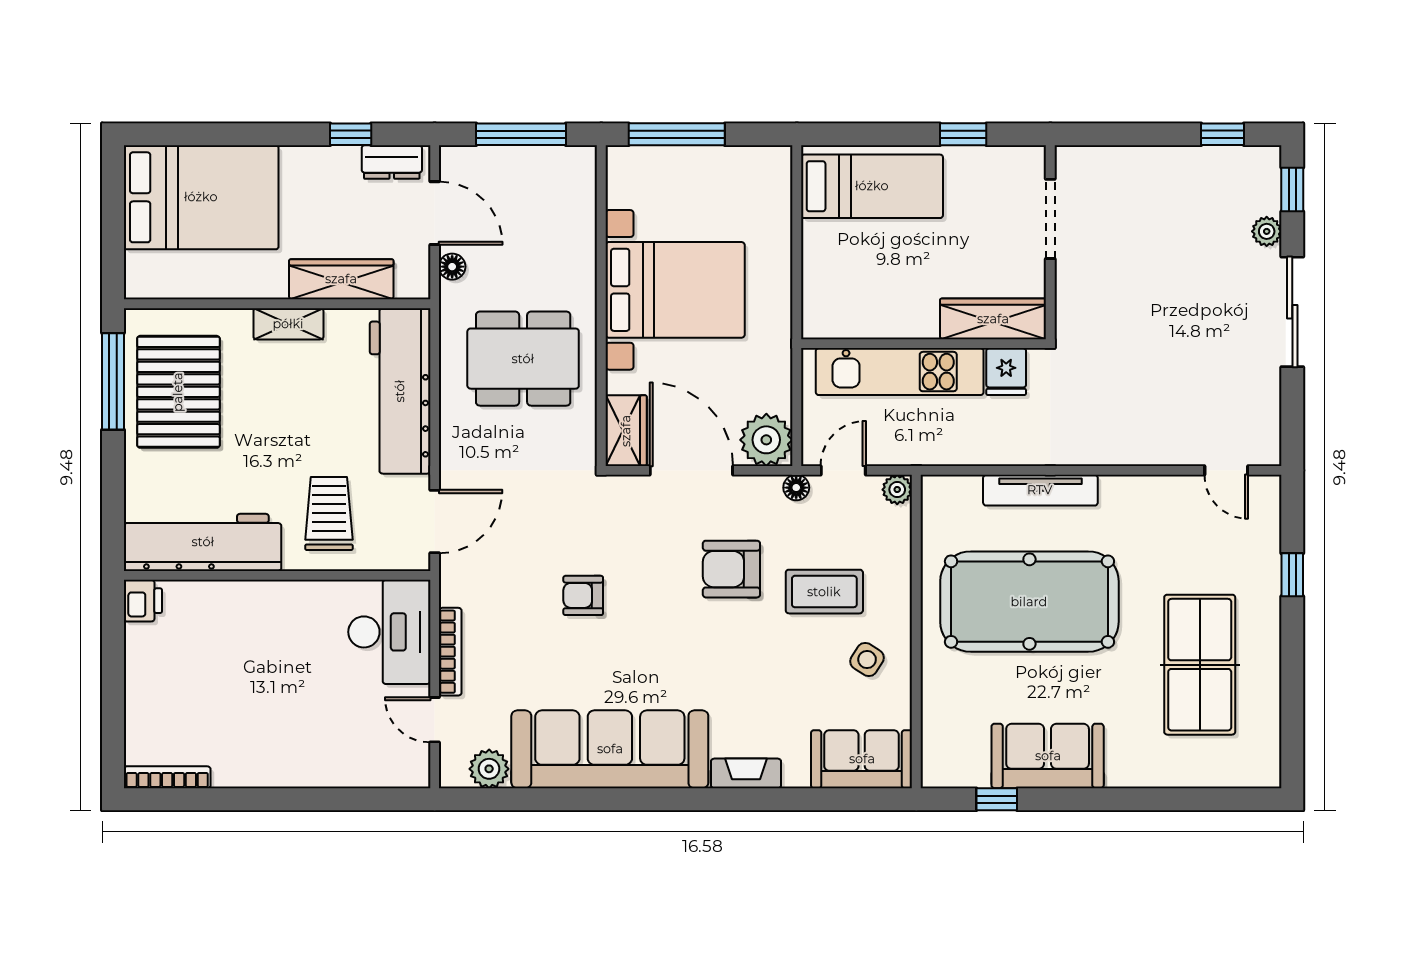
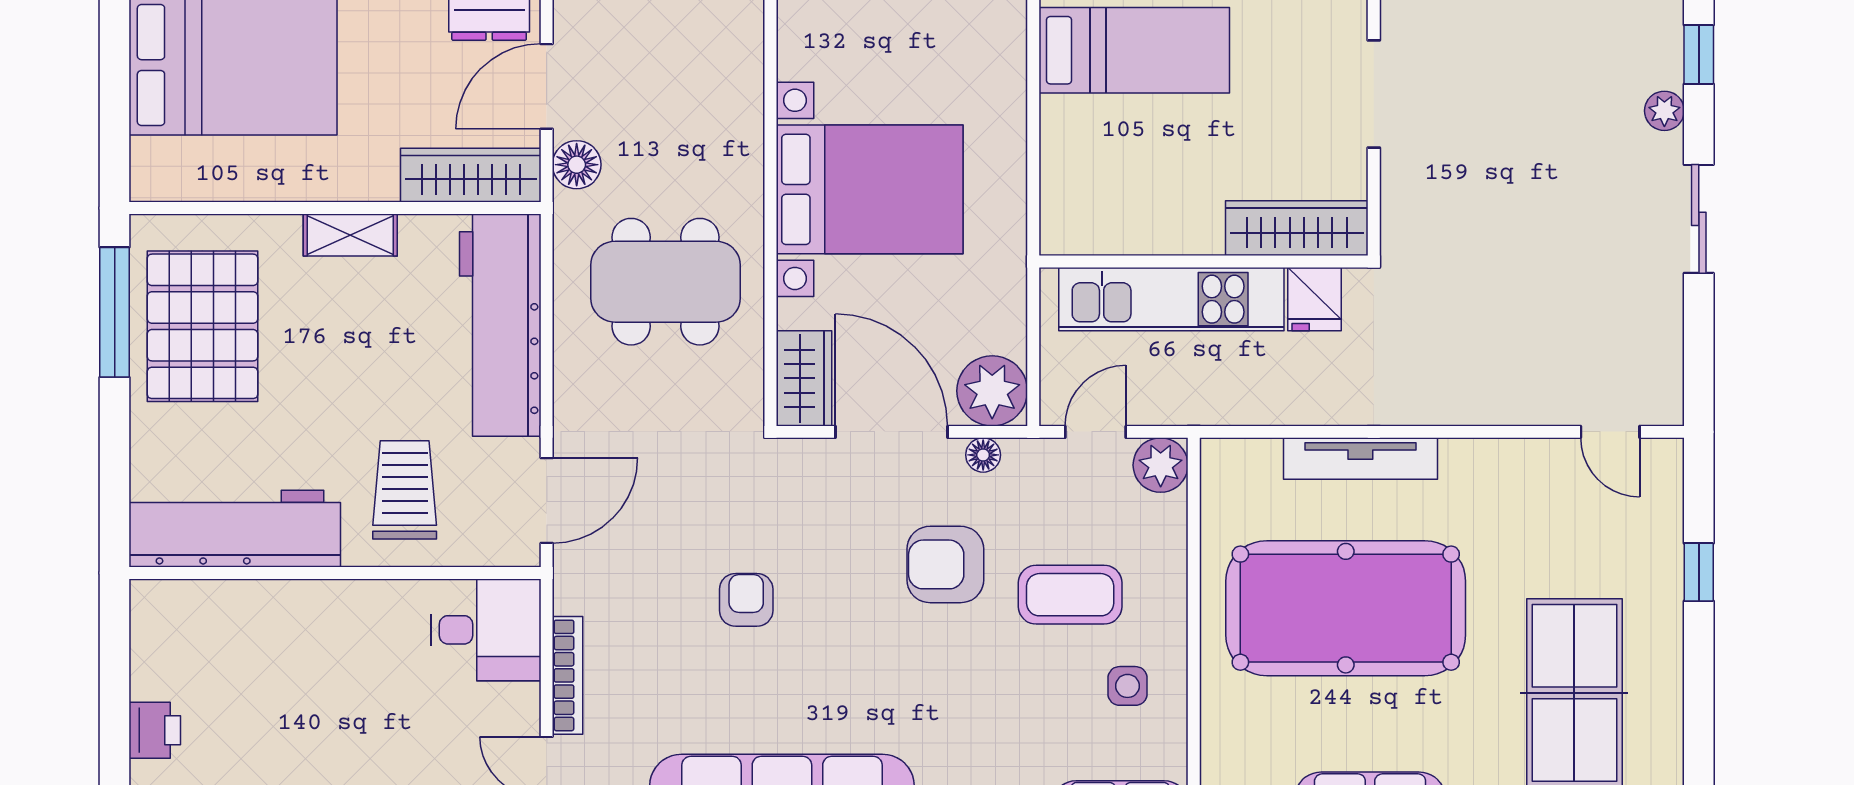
door: (435, 213) -> (547, 86), swing flipped
floor lamp: (452, 267) -> (577, 165), width x1.37, depth x1.37
wardrobe: (341, 279) -> (471, 175), moved
sliding door: (1292, 312) -> (1699, 219), width x0.73
floor lamp: (796, 488) -> (983, 455), moved
plant: (897, 490) -> (1161, 465), width x1.38, depth x1.38
armchair: (583, 595) -> (746, 600), turned 90
printer: (143, 601) -> (155, 730), moved
desk: (389, 632) -> (486, 630), width x0.73
side table: (867, 659) -> (1128, 686), turned -32

